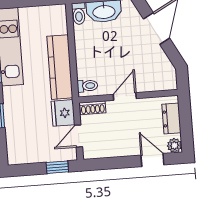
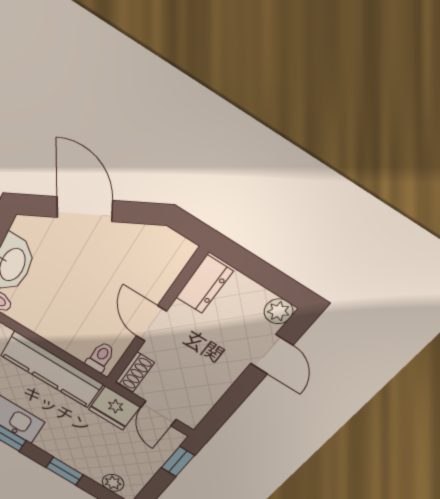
dresser: (171, 118) -> (204, 284), moved, turned -90
plant: (13, 146) -> (113, 483), added
door: (152, 160) -> (271, 354), swing flipped

